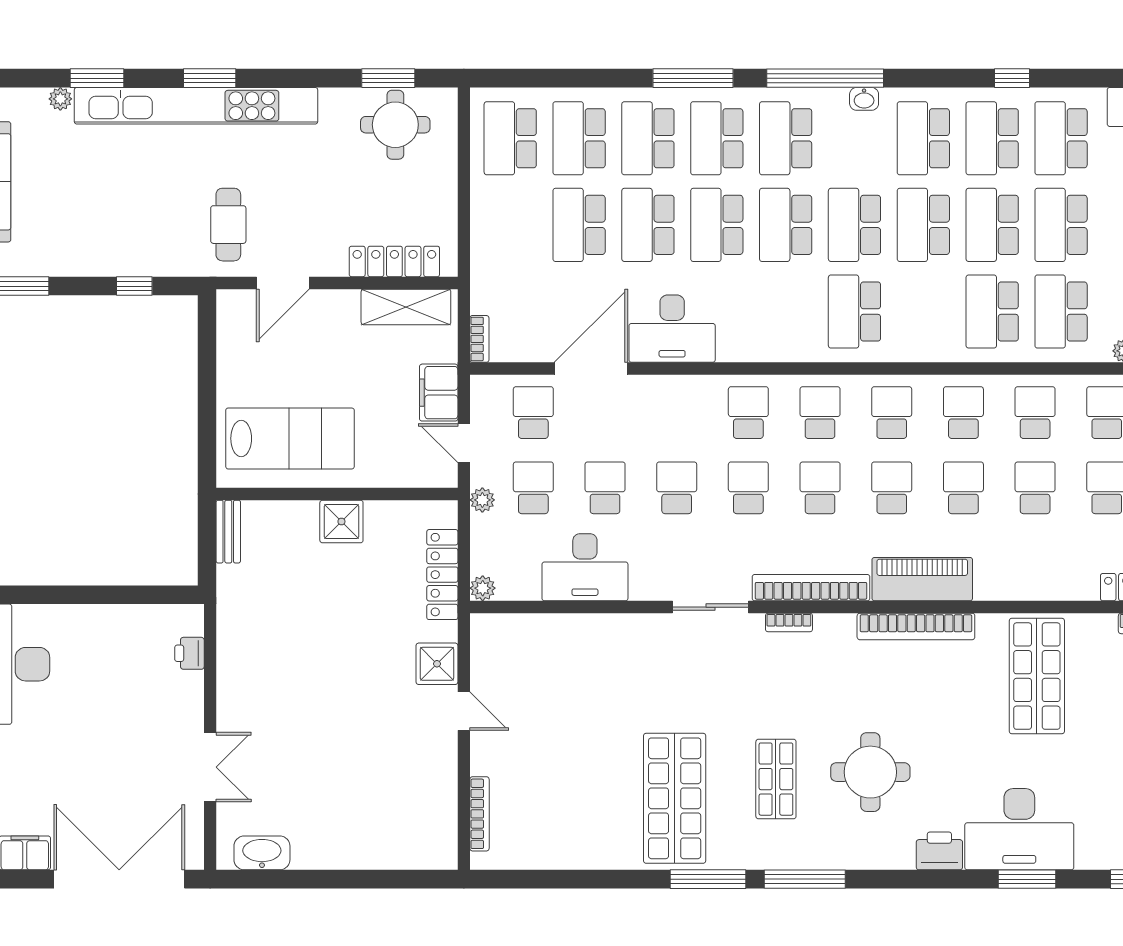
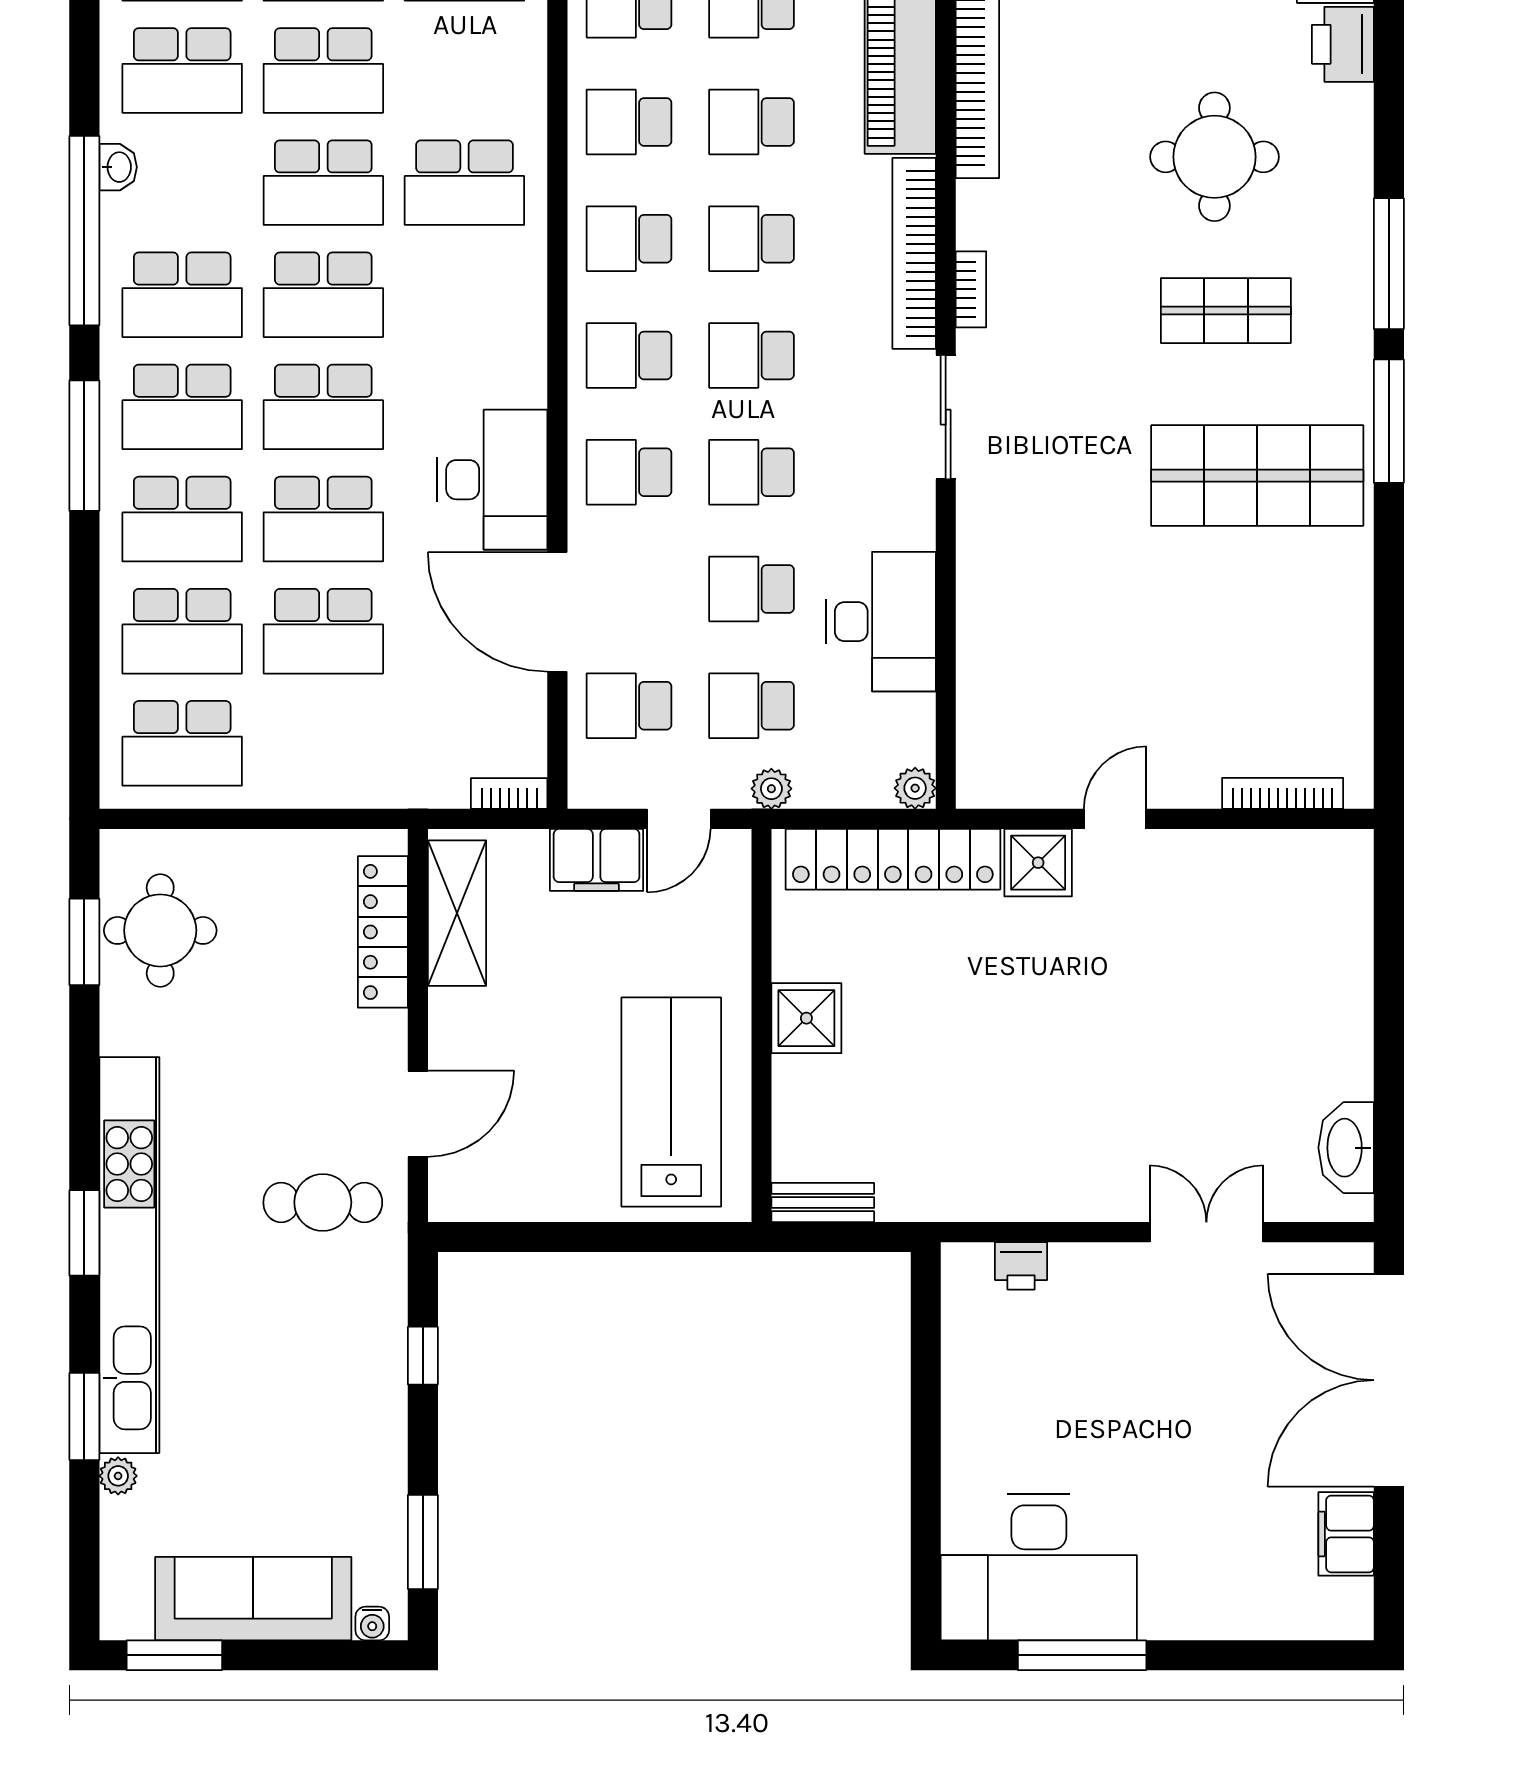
door: (283, 283) -> (418, 1114), hinge flipped
school desk: (677, 413) -> (629, 472), added
locker: (442, 575) -> (893, 859), width x1.41, depth x1.21

